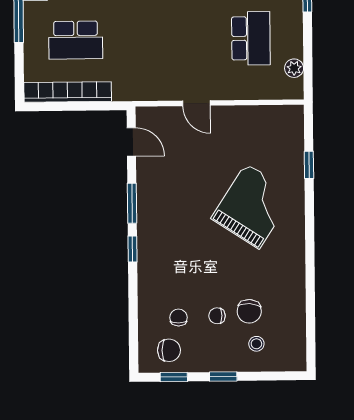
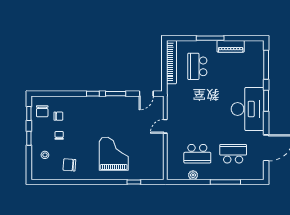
plant: (294, 68) -> (193, 175), moved
grand piano: (253, 206) -> (114, 154), turned -123
chair: (249, 311) -> (69, 165), moved

